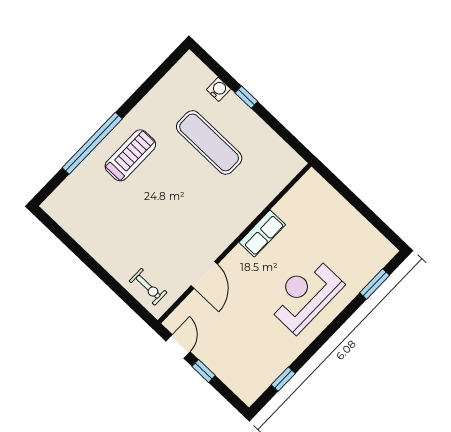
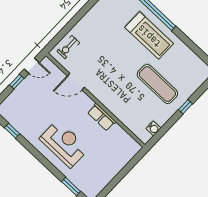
water cooler: (219, 89) -> (153, 128), moved
exercise mat: (209, 142) -> (157, 84), turned 90
treadmill: (130, 155) -> (149, 36), width x1.37, depth x1.38

